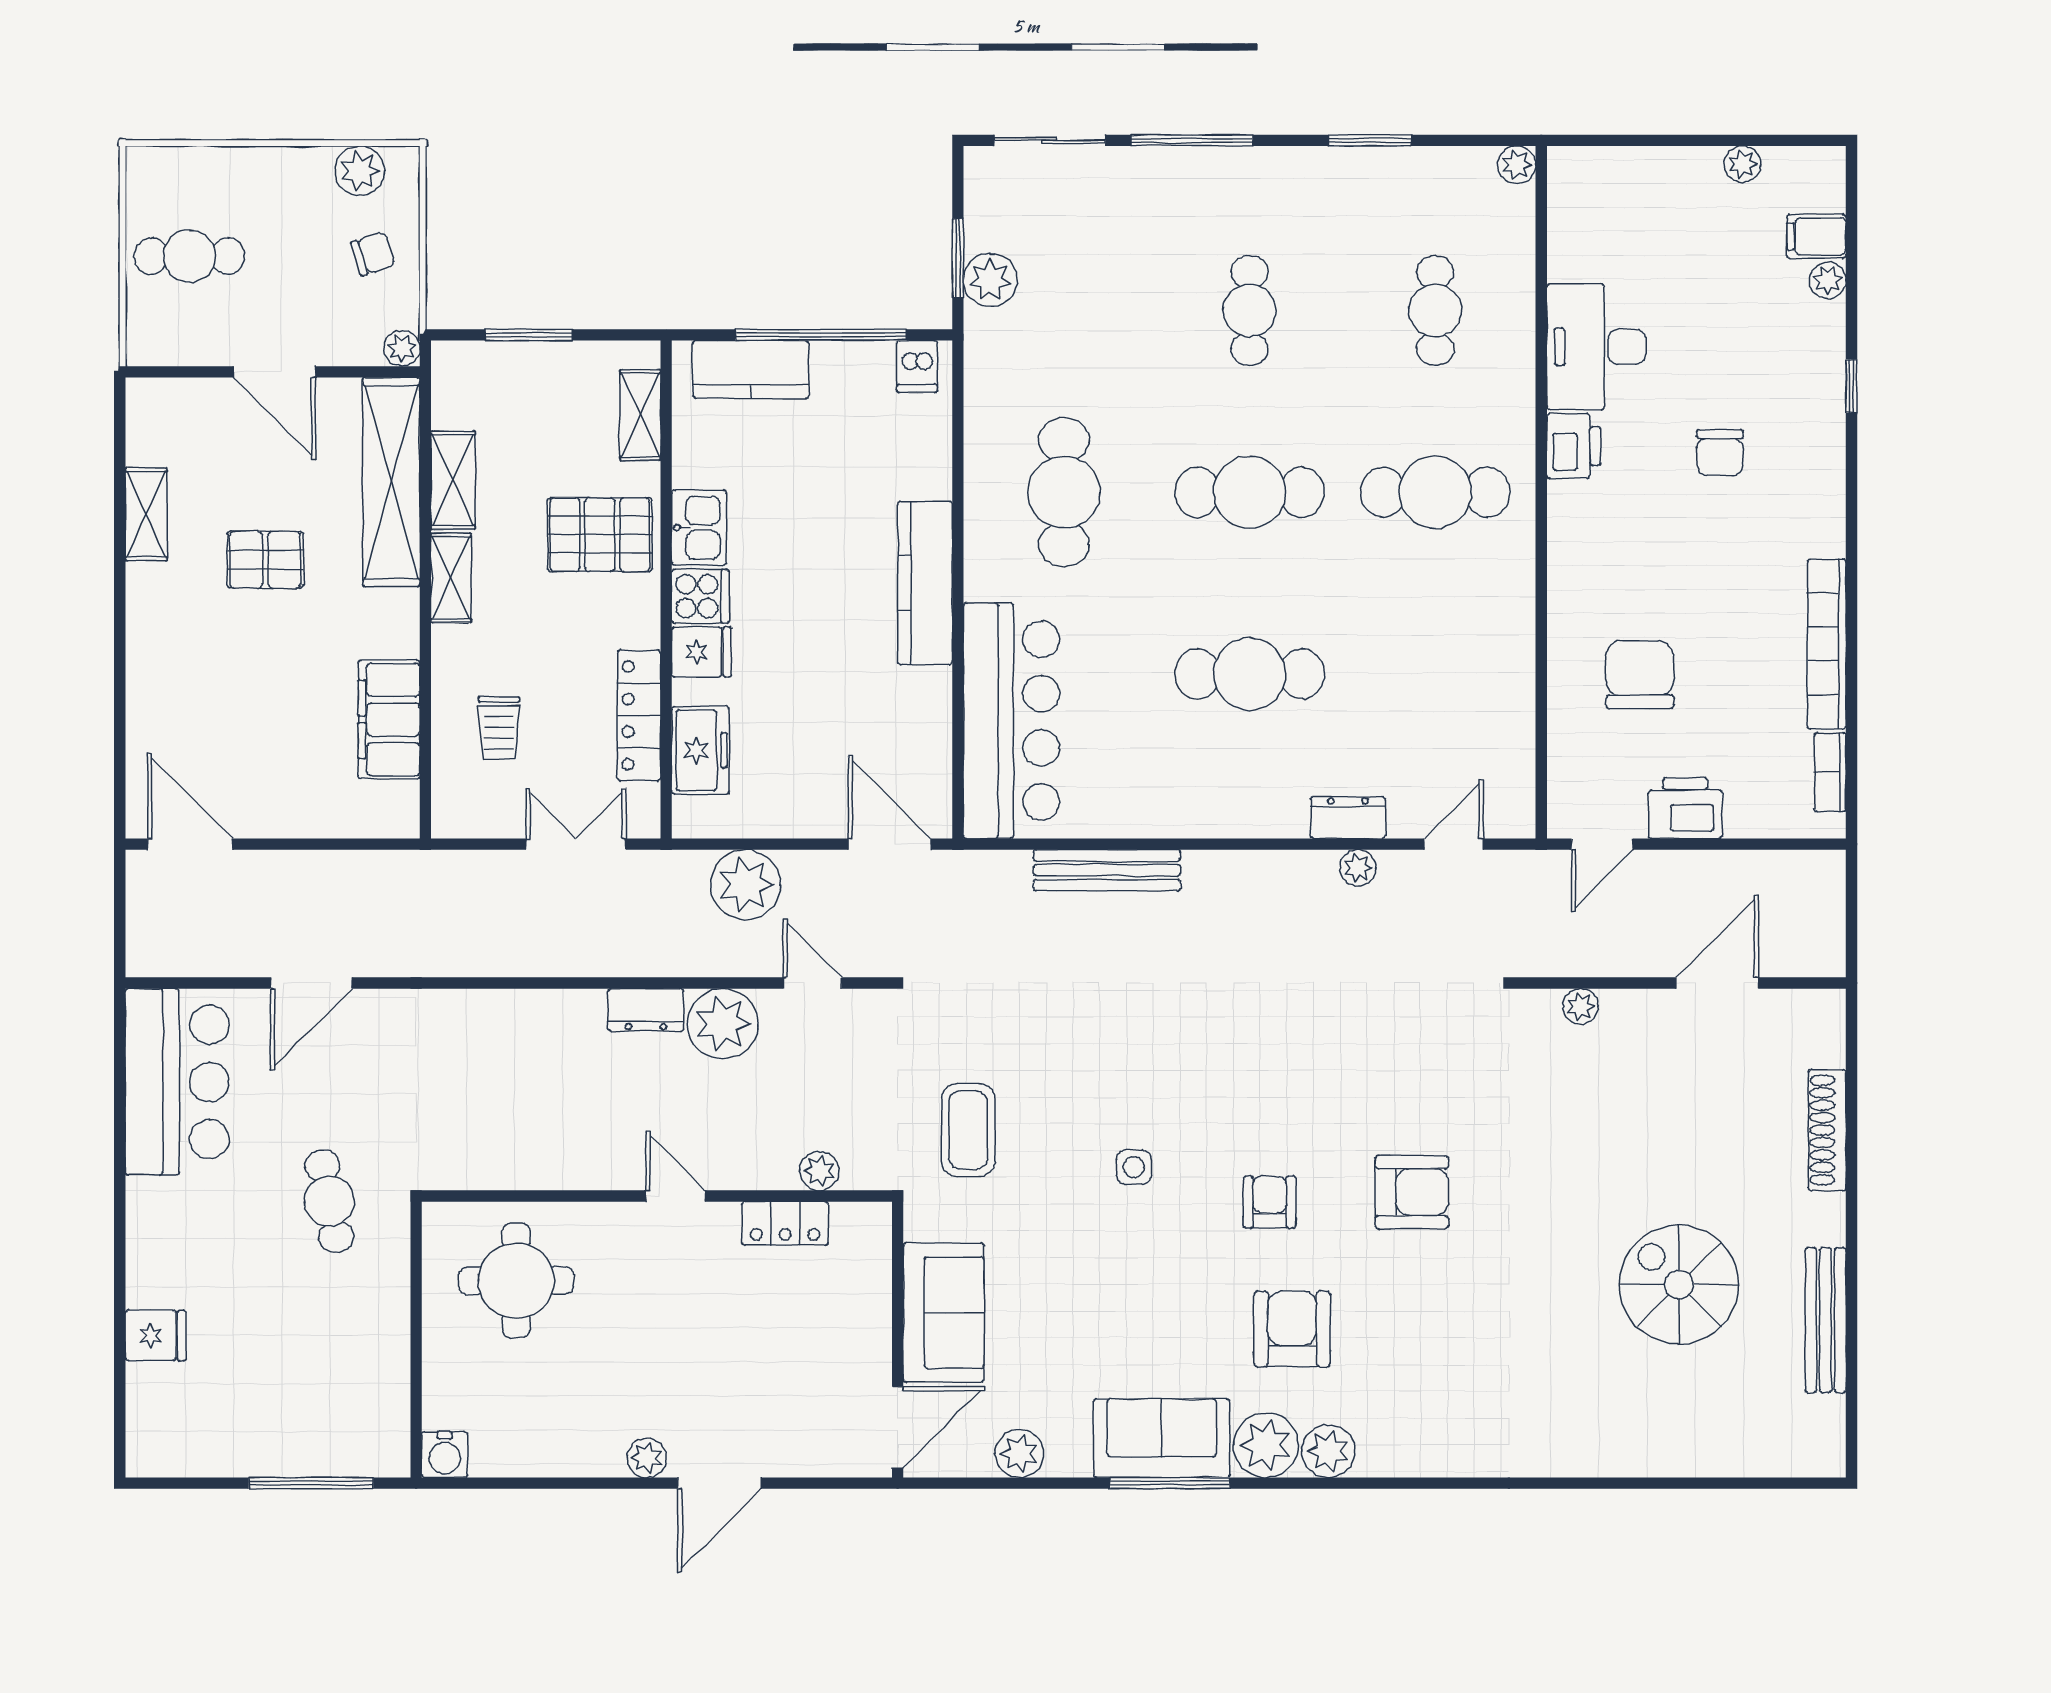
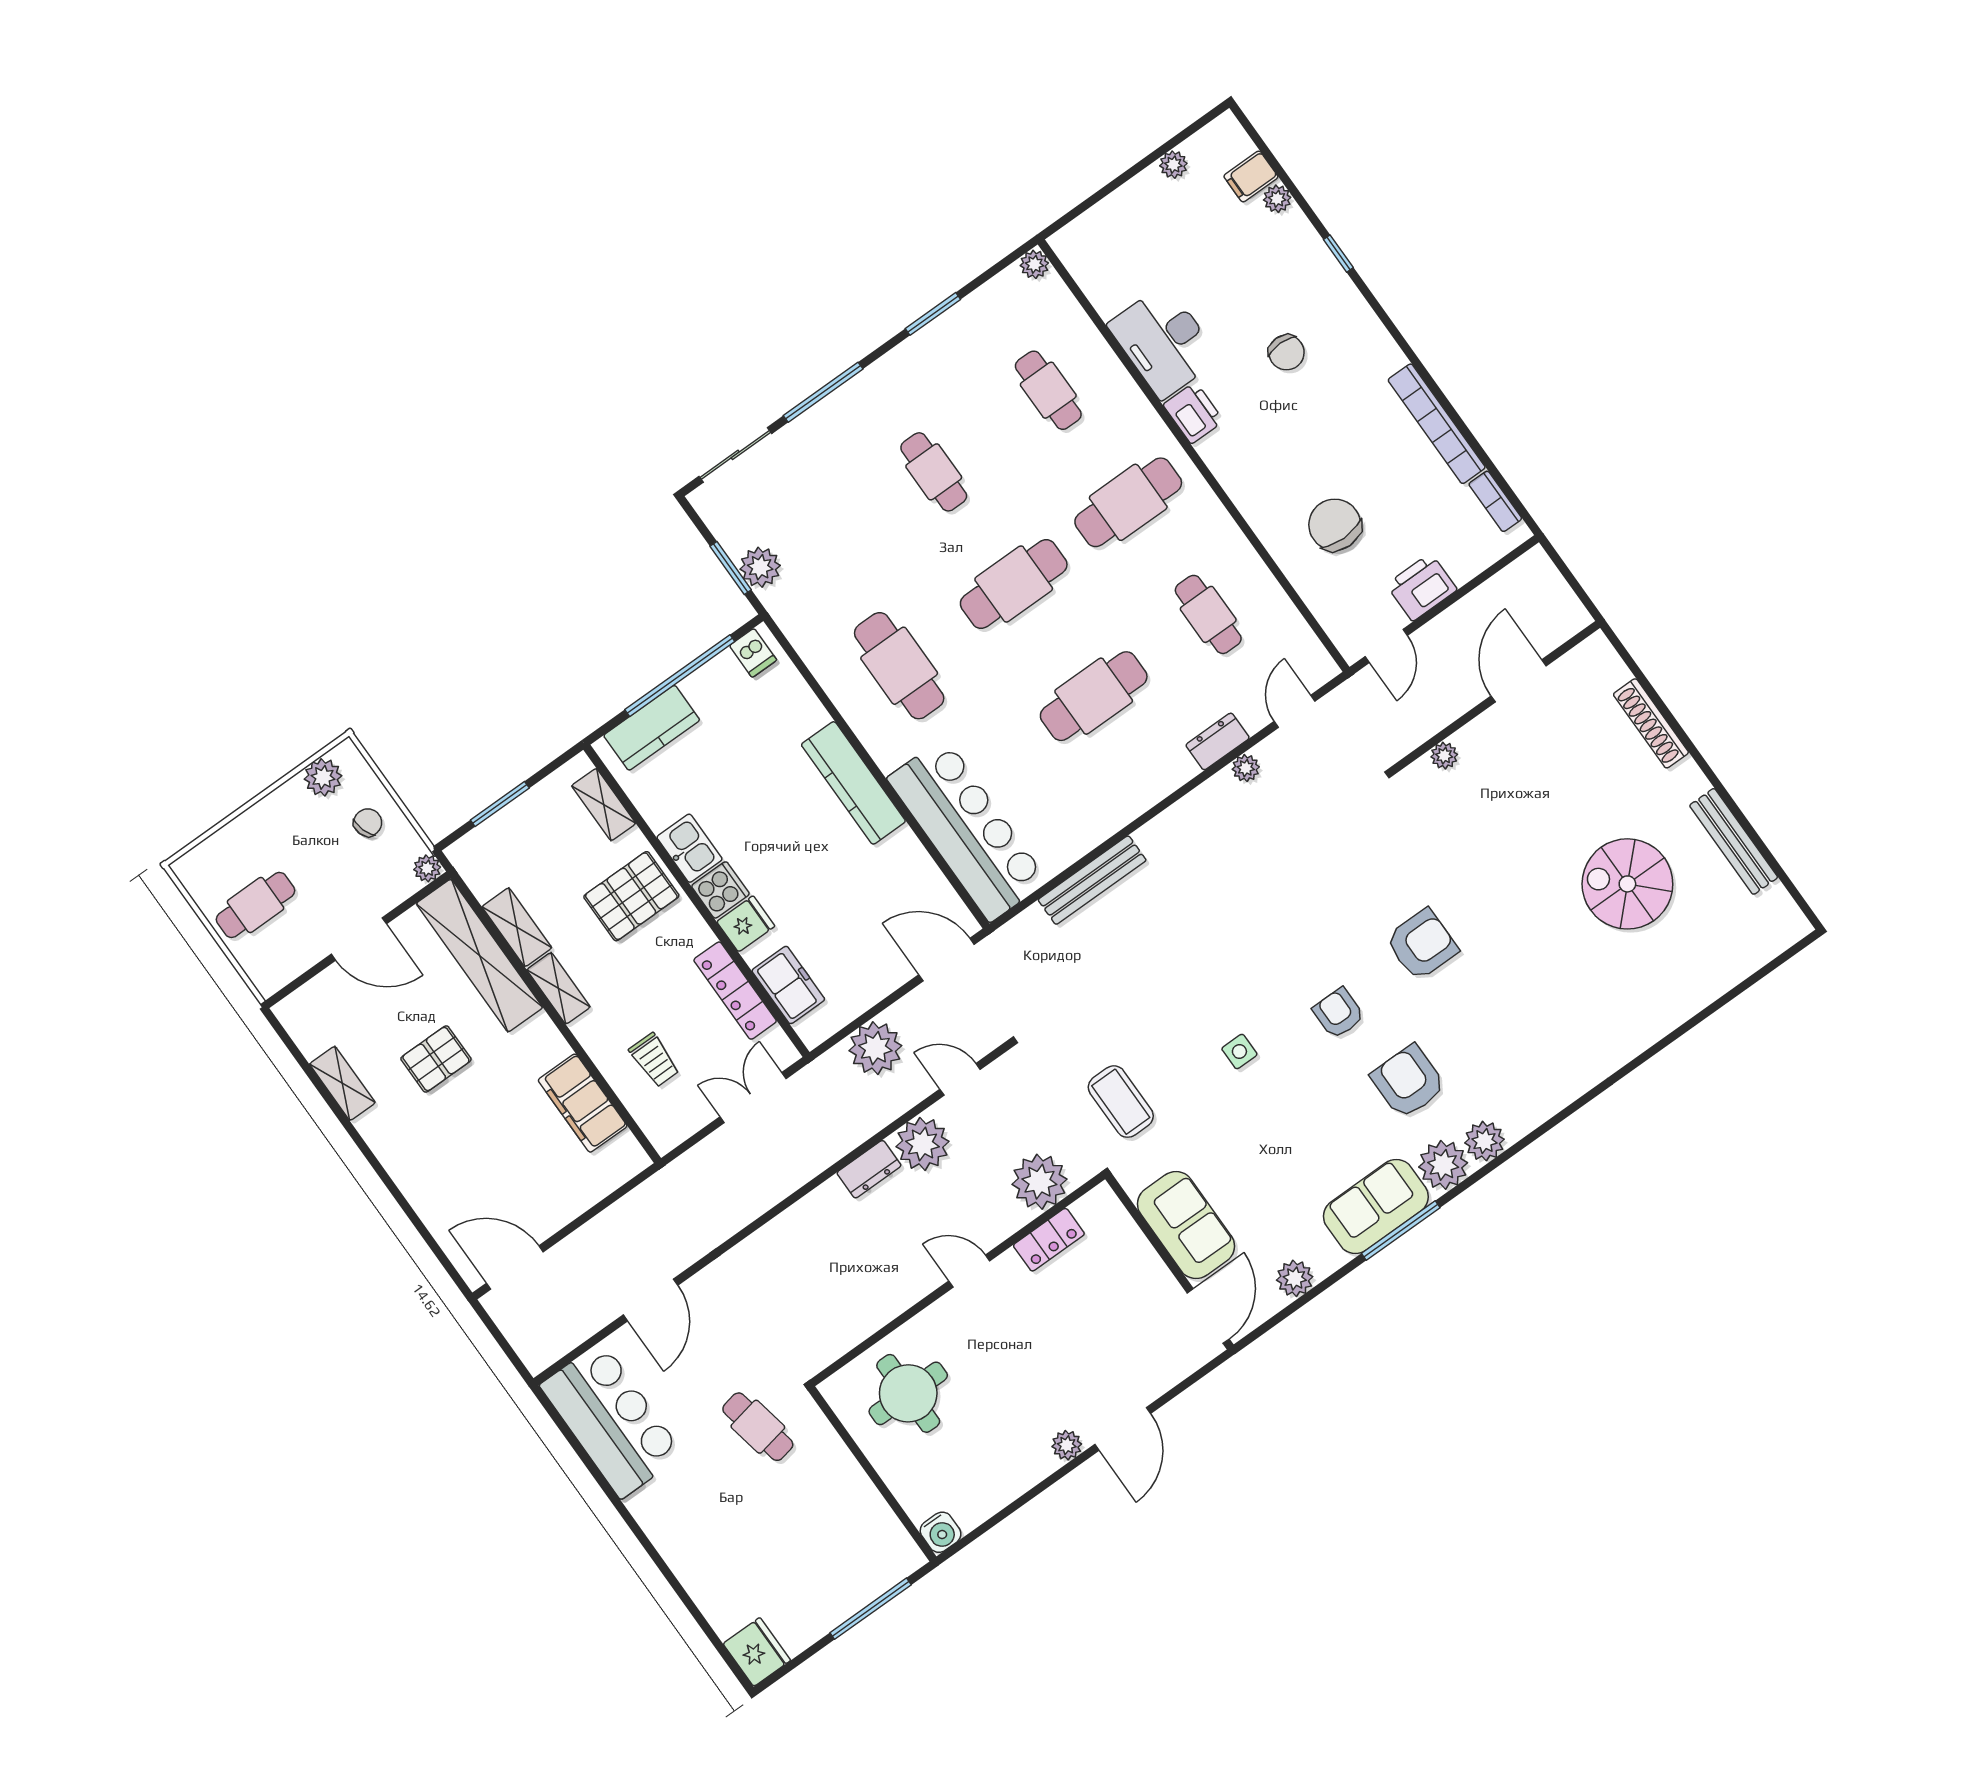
cafe table: (1435, 674) -> (1208, 614), added
plant: (819, 1171) -> (1039, 1182), width x1.87, depth x1.87
fridge: (156, 1335) -> (757, 1652), moved, width x1.38

